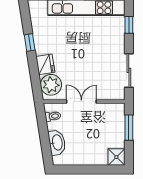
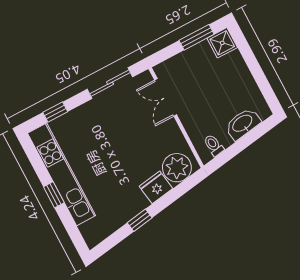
double door: (81, 102) -> (166, 97), moved
window: (129, 128) -> (197, 37), moved

